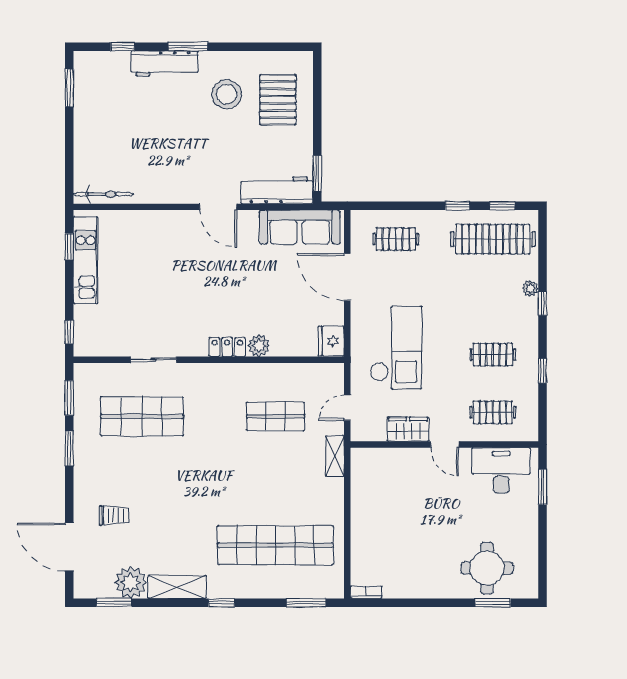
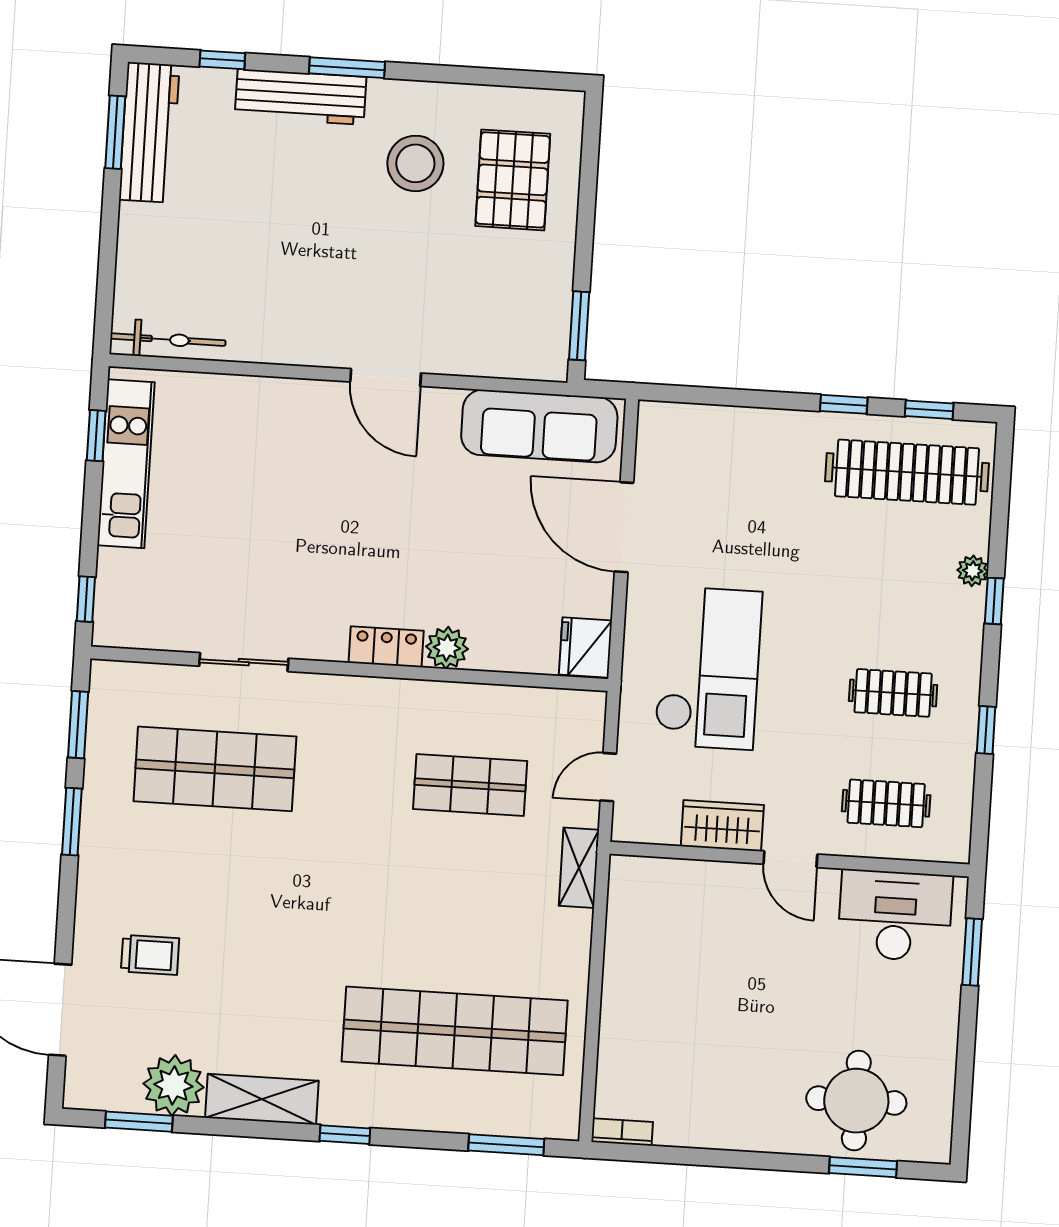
workbench: (277, 190) -> (149, 132), moved, turned 90
clothes rail: (396, 239) -> (722, 461), removed

